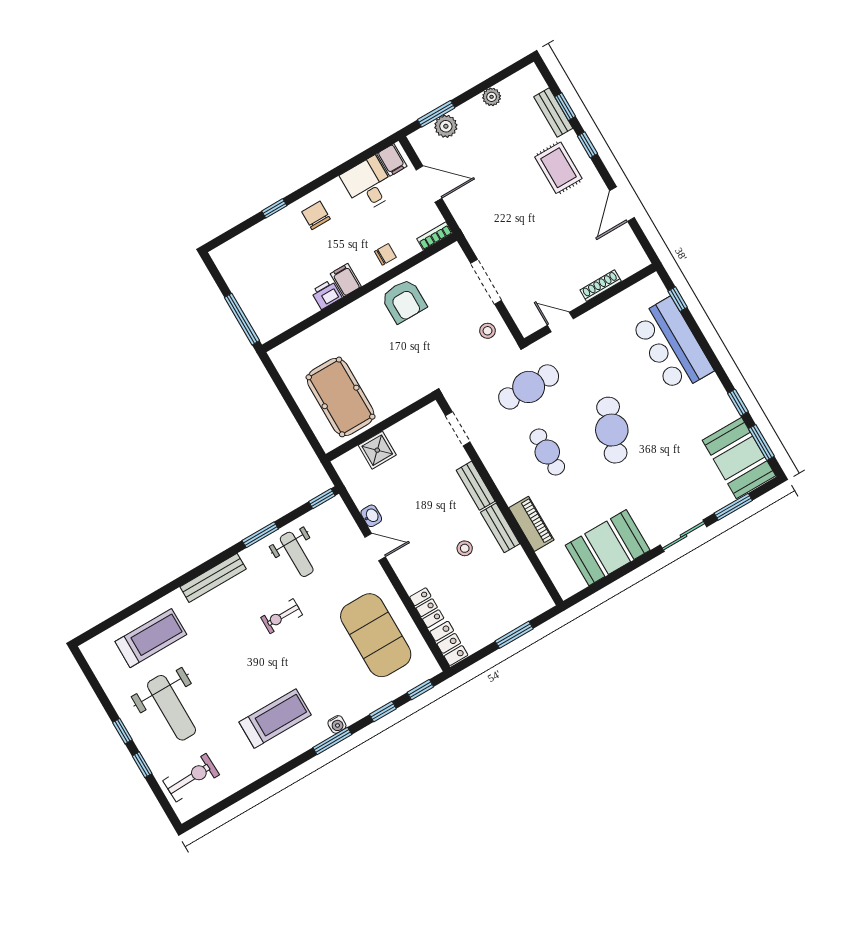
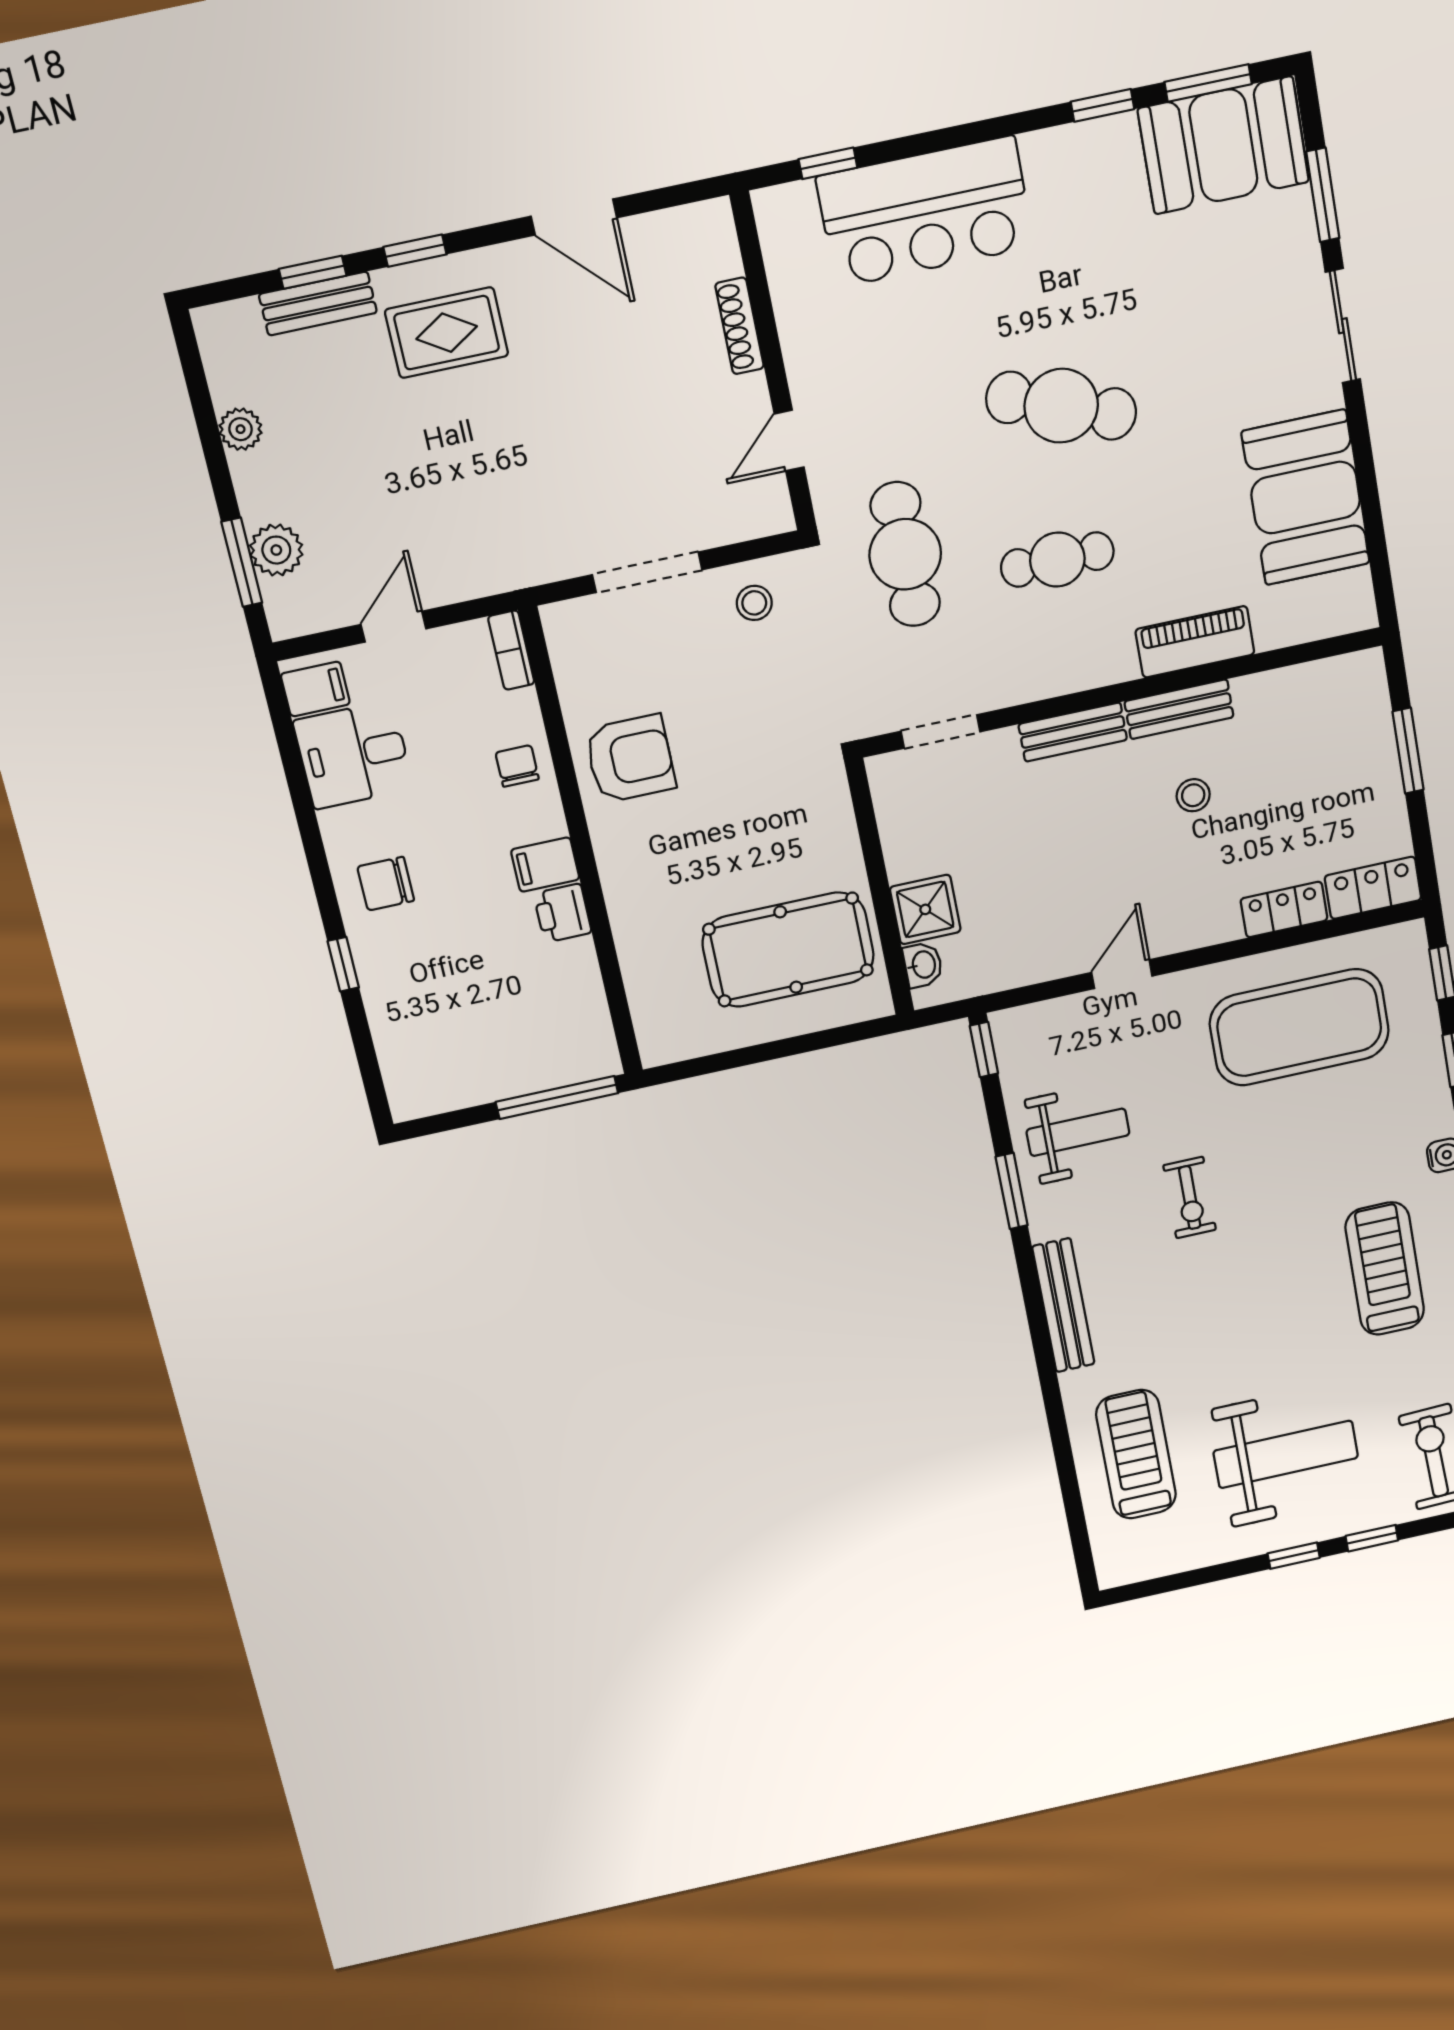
door: (429, 184) -> (393, 627), width x0.73
washbasin: (371, 516) -> (923, 965), moved, turned 90

